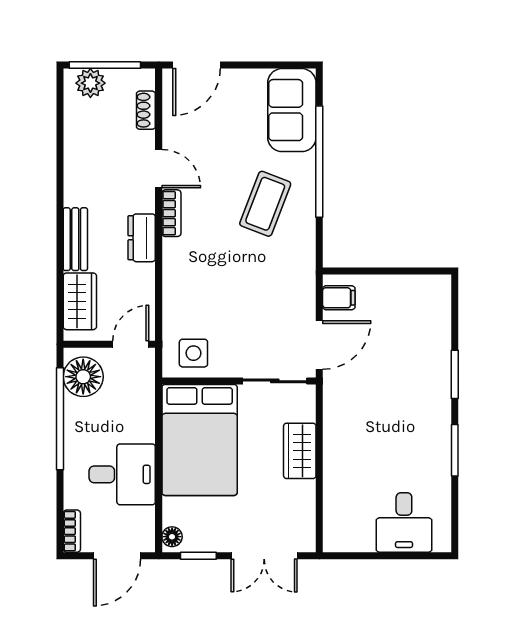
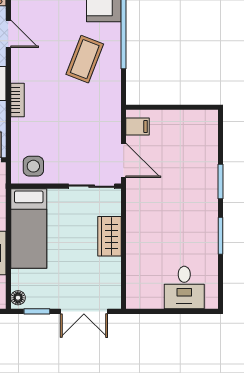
bookcase: (171, 213) -> (18, 100), moved
door: (319, 345) -> (124, 160), hinge flipped
bed: (200, 440) -> (29, 228), width x0.67

